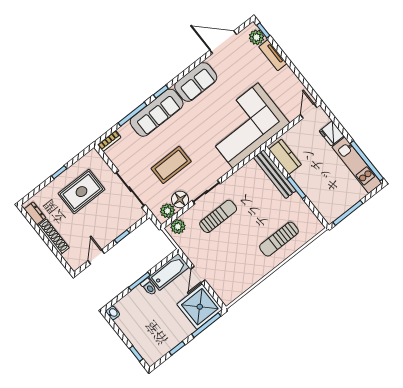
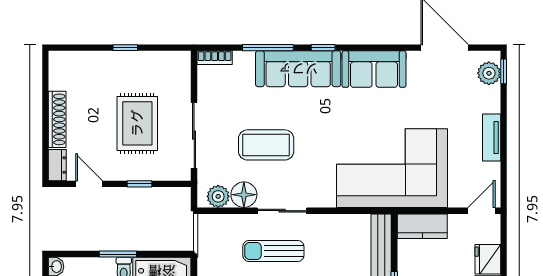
tv unit: (273, 55) -> (492, 137), moved
kitchen counter: (285, 157) -> (422, 226), moved, turned 90
rug: (81, 192) -> (137, 123), moved, turned 90
dresser: (35, 213) -> (57, 165), moved
sun lounger: (218, 216) -> (273, 251), turned 180
plant: (178, 227) -> (216, 225), removed
door: (96, 257) -> (89, 184), hinge flipped

